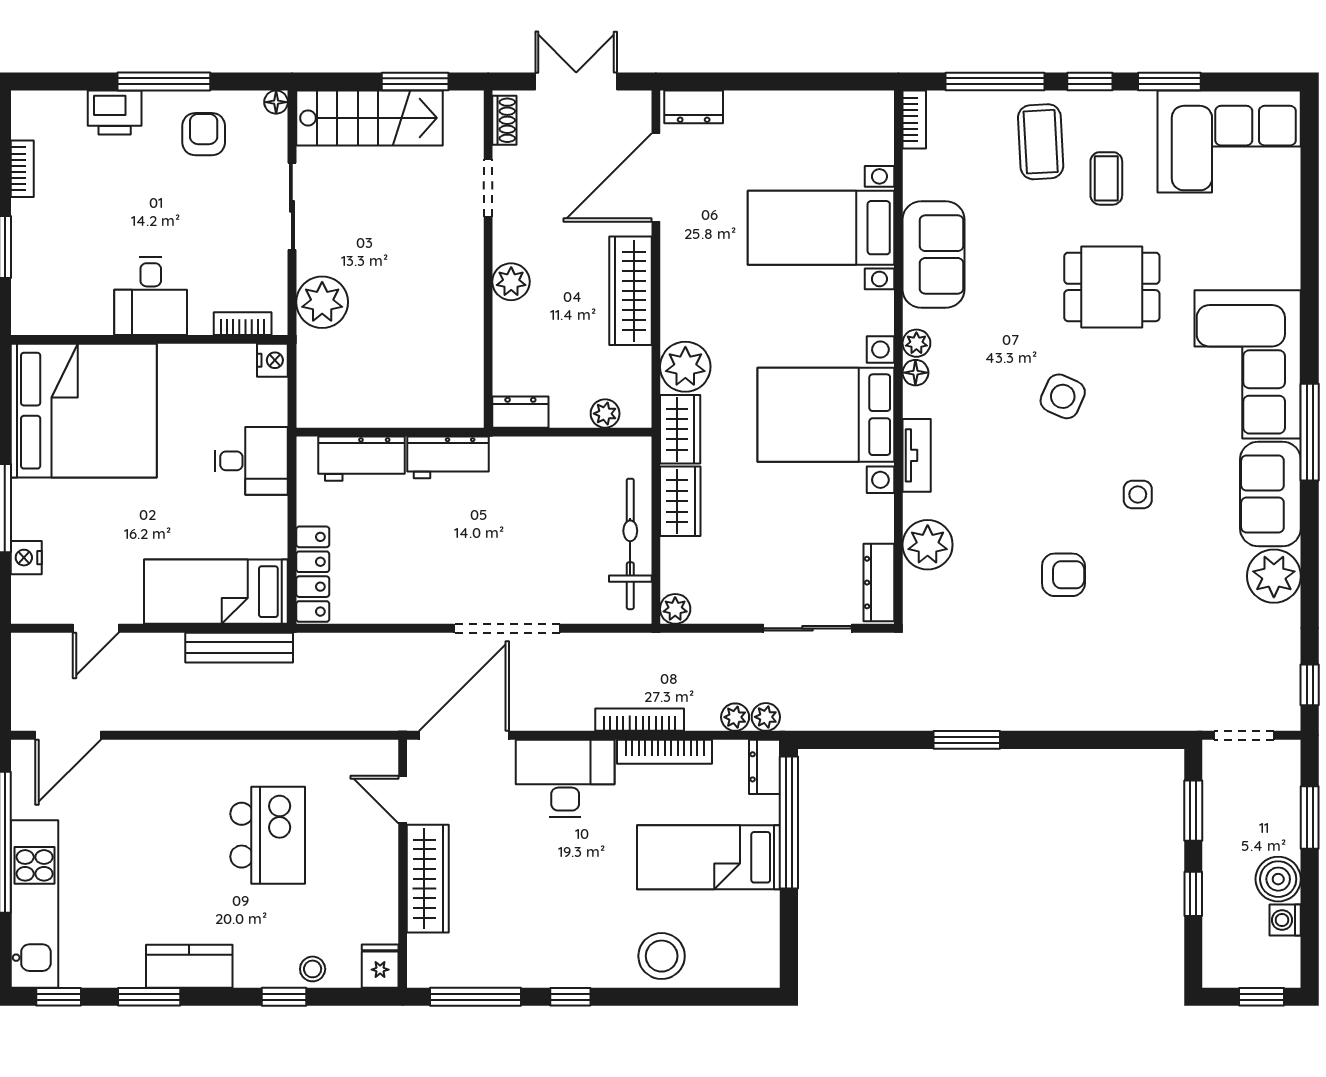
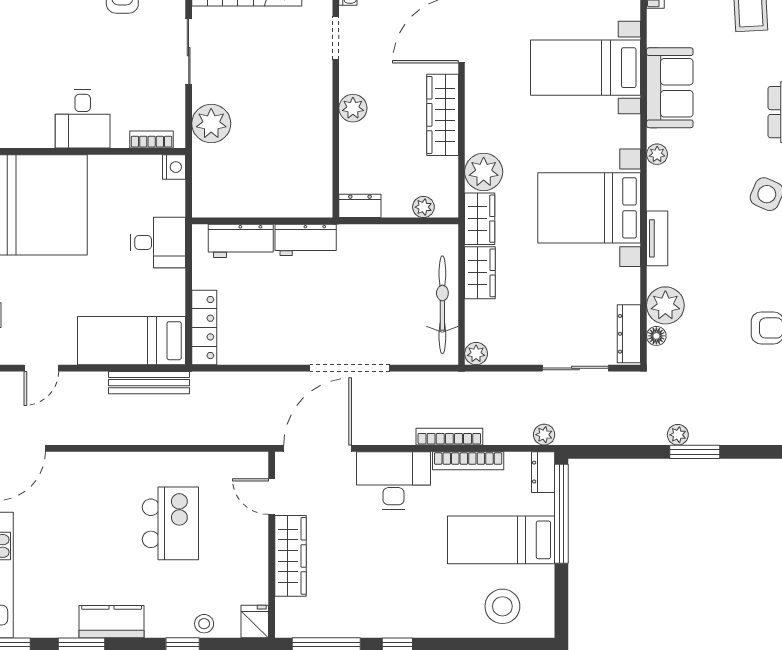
floor lamp: (915, 373) -> (656, 336), moved
plant: (735, 717) -> (678, 435), moved
stool: (662, 956) -> (502, 606), moved

